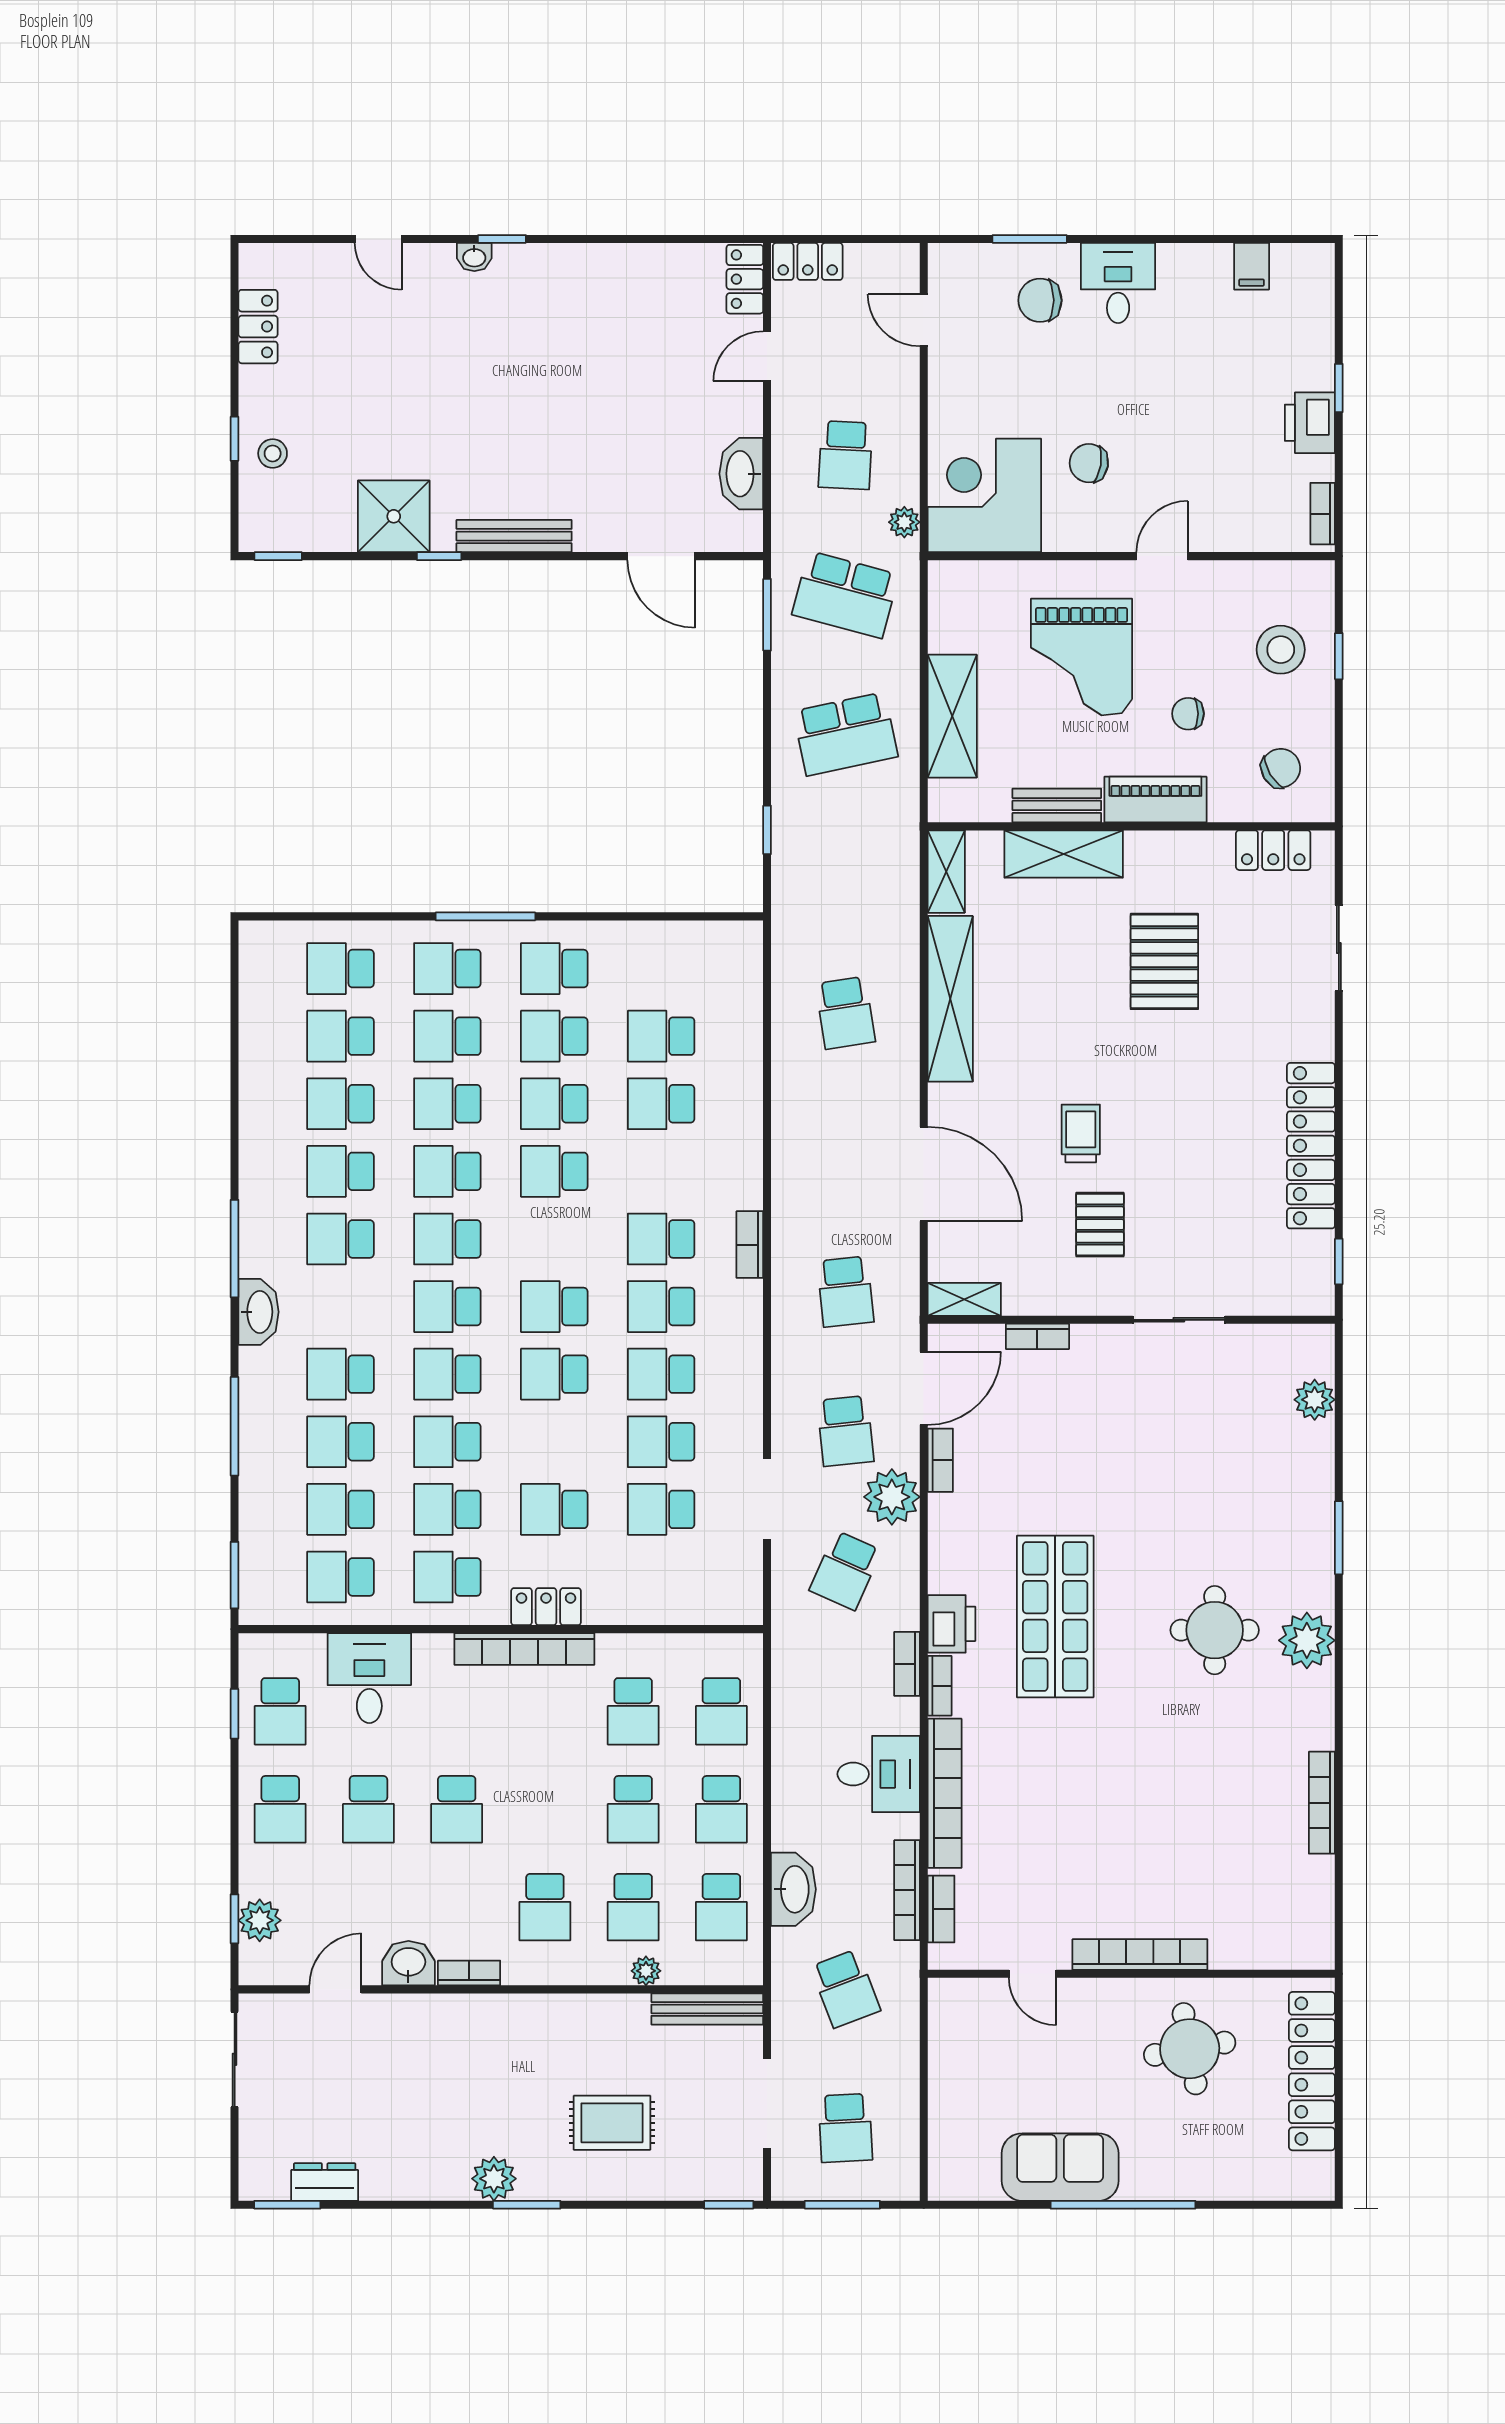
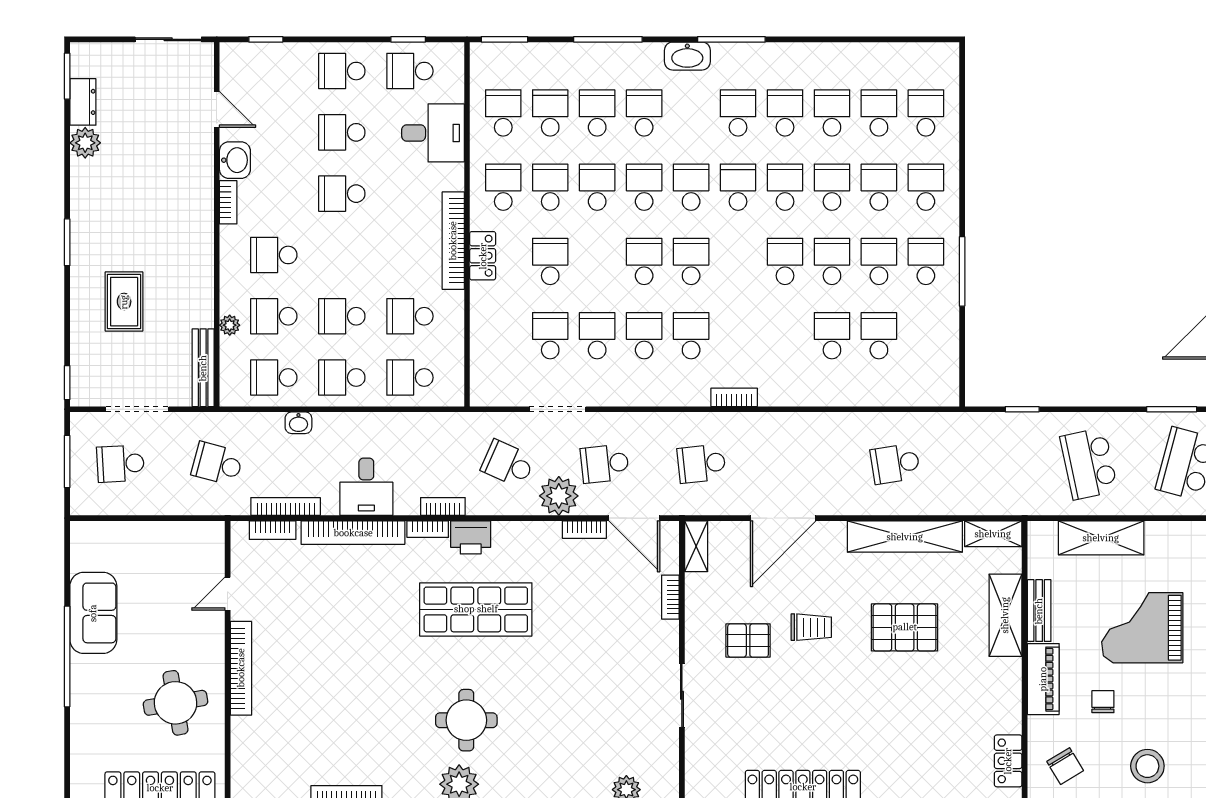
window: (485, 916) -> (962, 271), moved
pallet: (1164, 961) -> (905, 627), moved
school desk: (661, 1239) -> (738, 336), removed
washbasin: (793, 1889) -> (298, 423), width x0.52, depth x0.69
plant: (260, 1920) -> (265, 57), removed
school desk: (845, 1989) -> (217, 464), turned 36
plant: (494, 2179) -> (85, 143), moved

